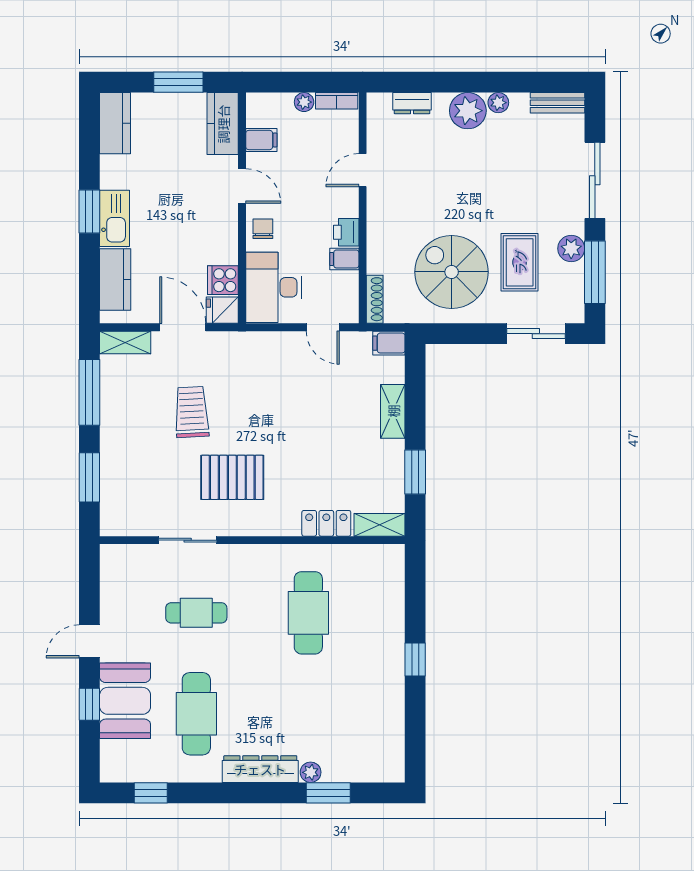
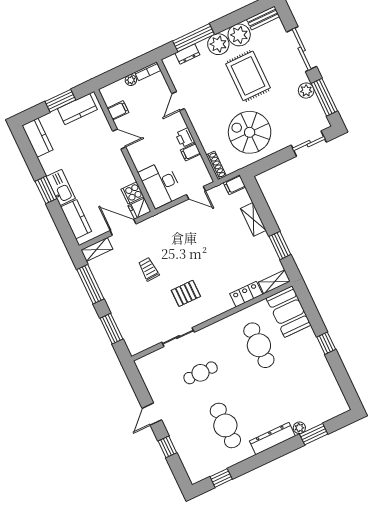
window: (434, 82) -> (194, 38), added
plant: (498, 103) -> (239, 35), width x1.88, depth x1.88
kitchen counter: (223, 124) -> (77, 109), moved, turned -90
chair: (263, 229) -> (141, 156), removed
rug: (520, 262) -> (248, 76), moved, width x1.36, depth x1.43
trolley: (192, 412) -> (149, 269), width x0.73, depth x0.72
pallet: (232, 477) -> (186, 293), width x0.67, depth x0.71
booth: (125, 701) -> (288, 312), moved

